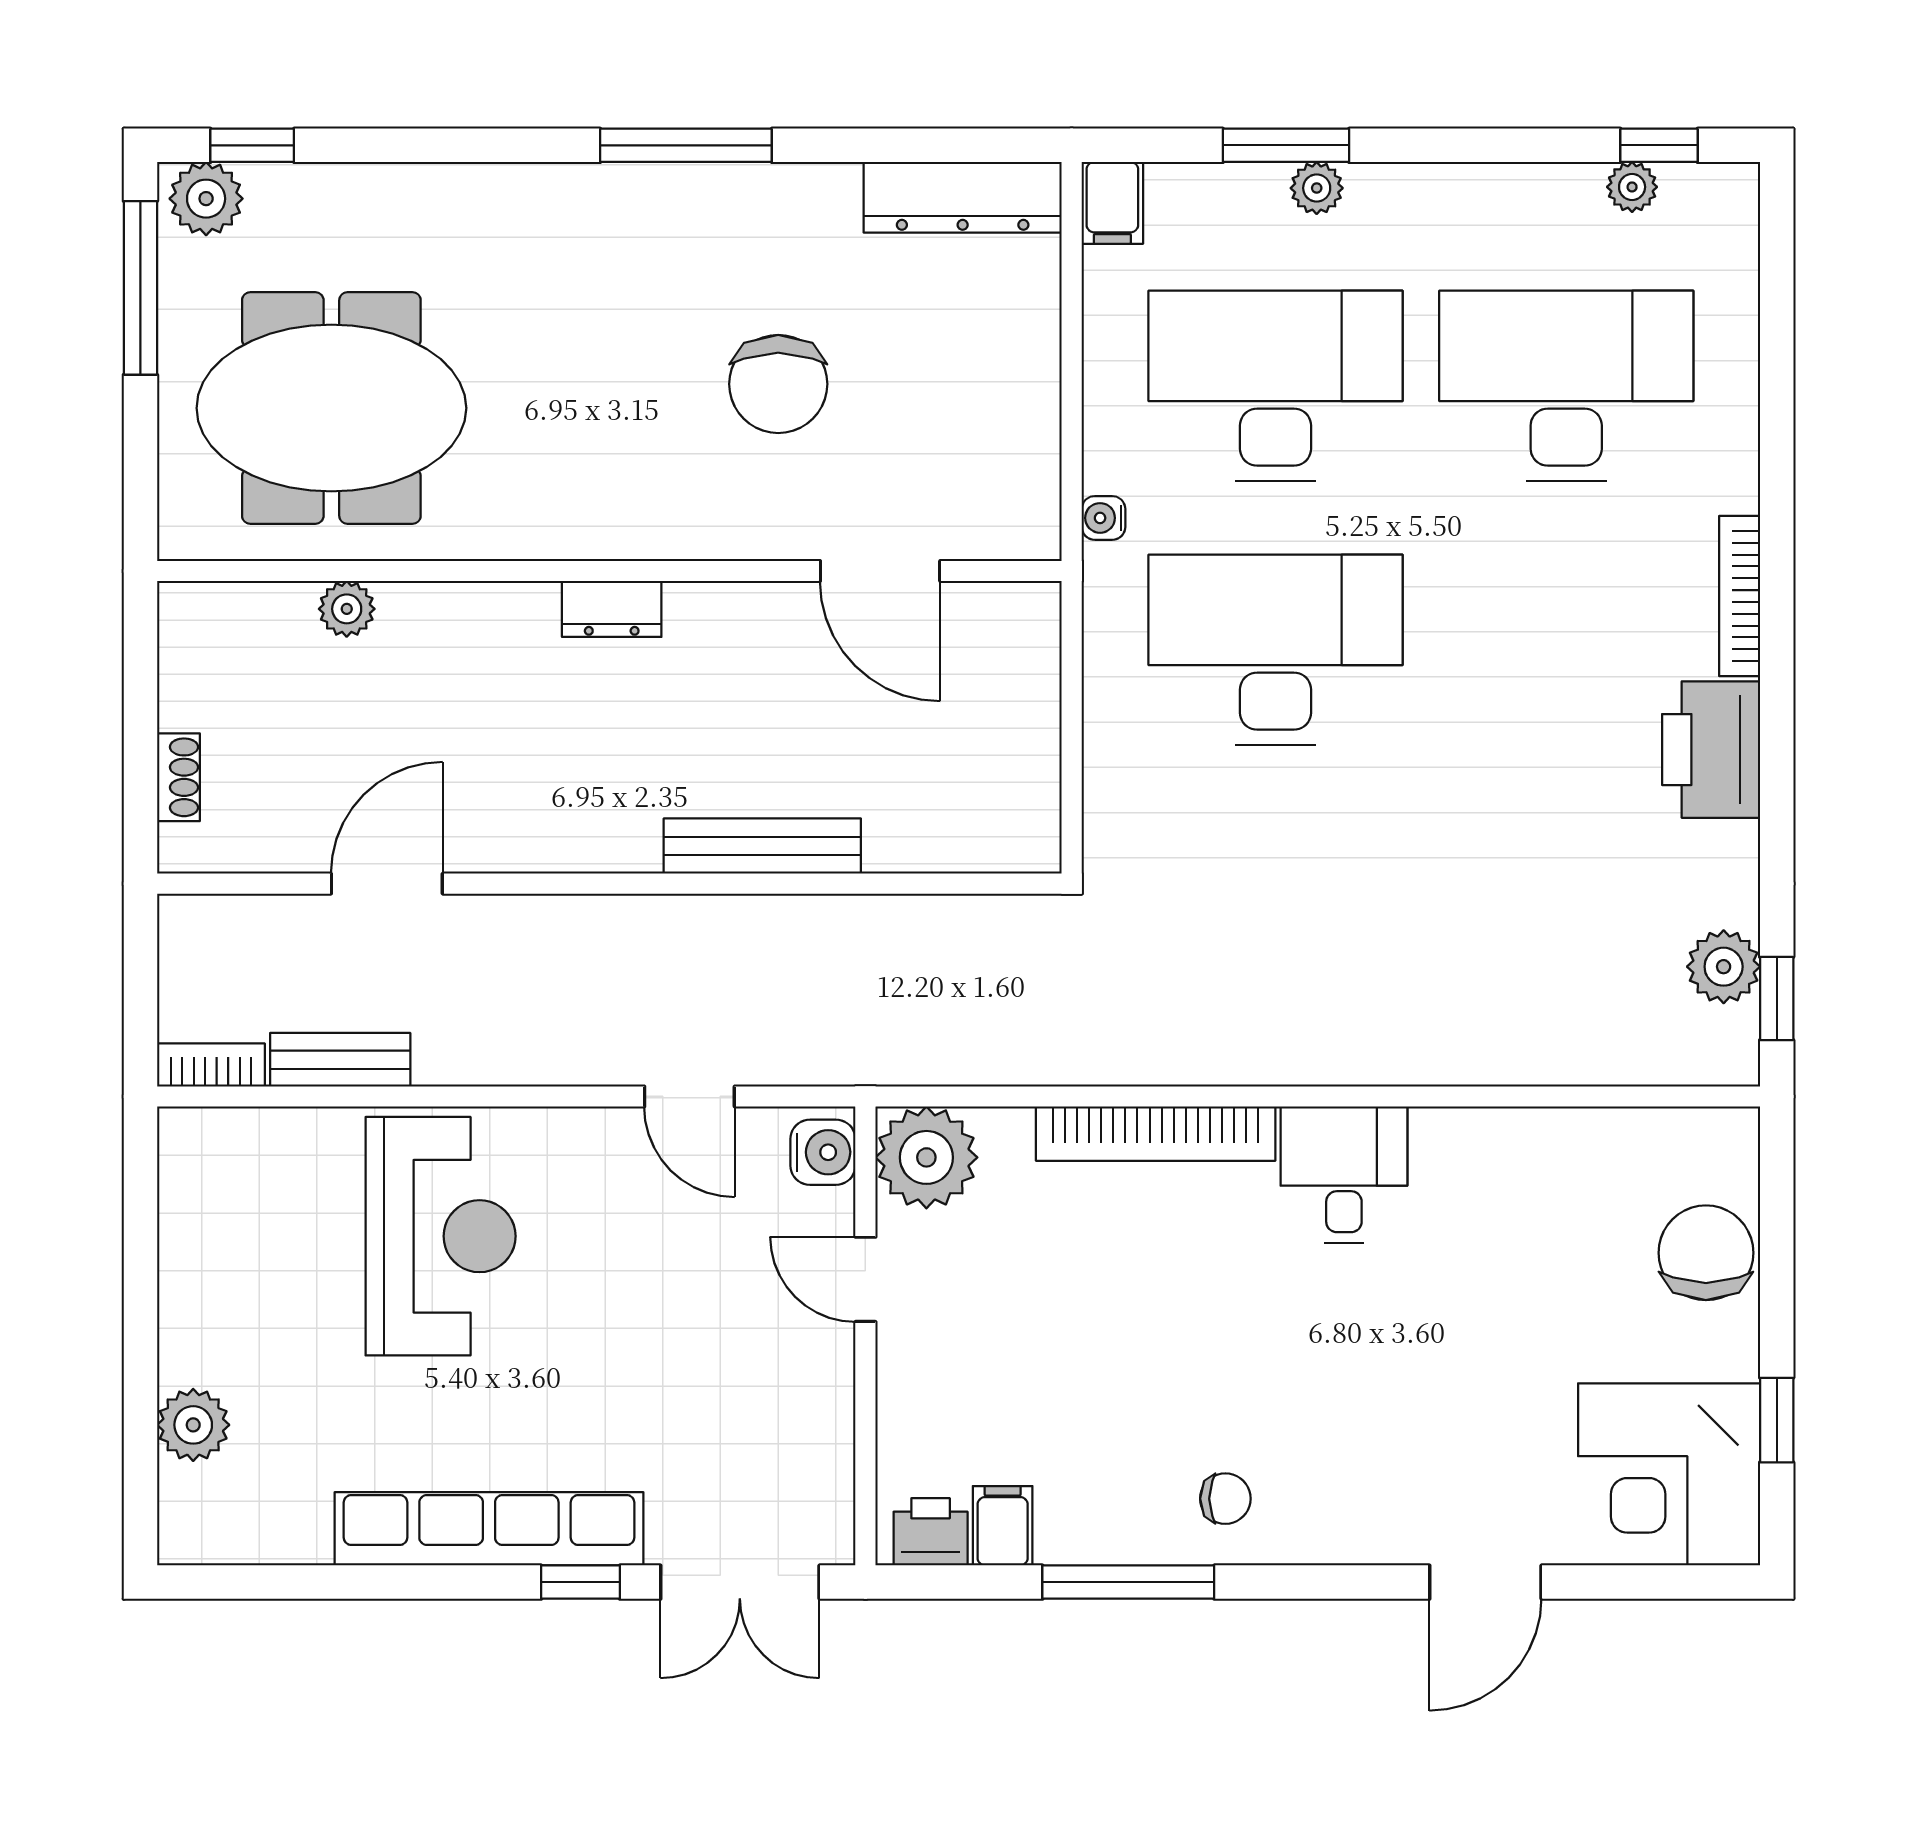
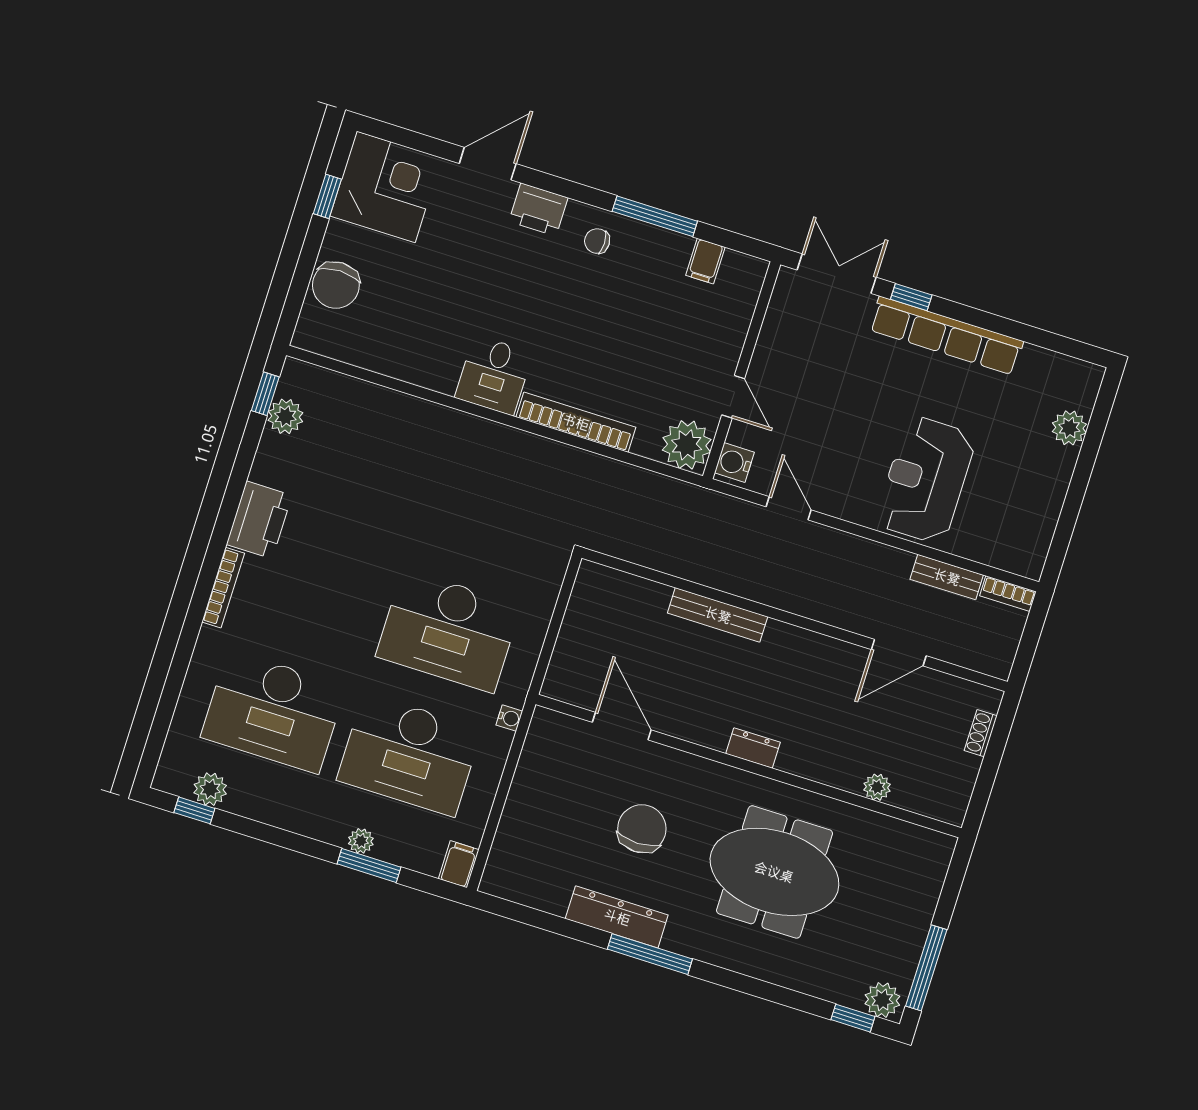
plant: (1632, 187) -> (210, 789), width x1.38, depth x1.38
dresser: (963, 197) -> (617, 917), moved
meeting table: (331, 408) -> (774, 872), moved
printer: (931, 1532) -> (538, 210), moved, width x1.36, depth x1.24

